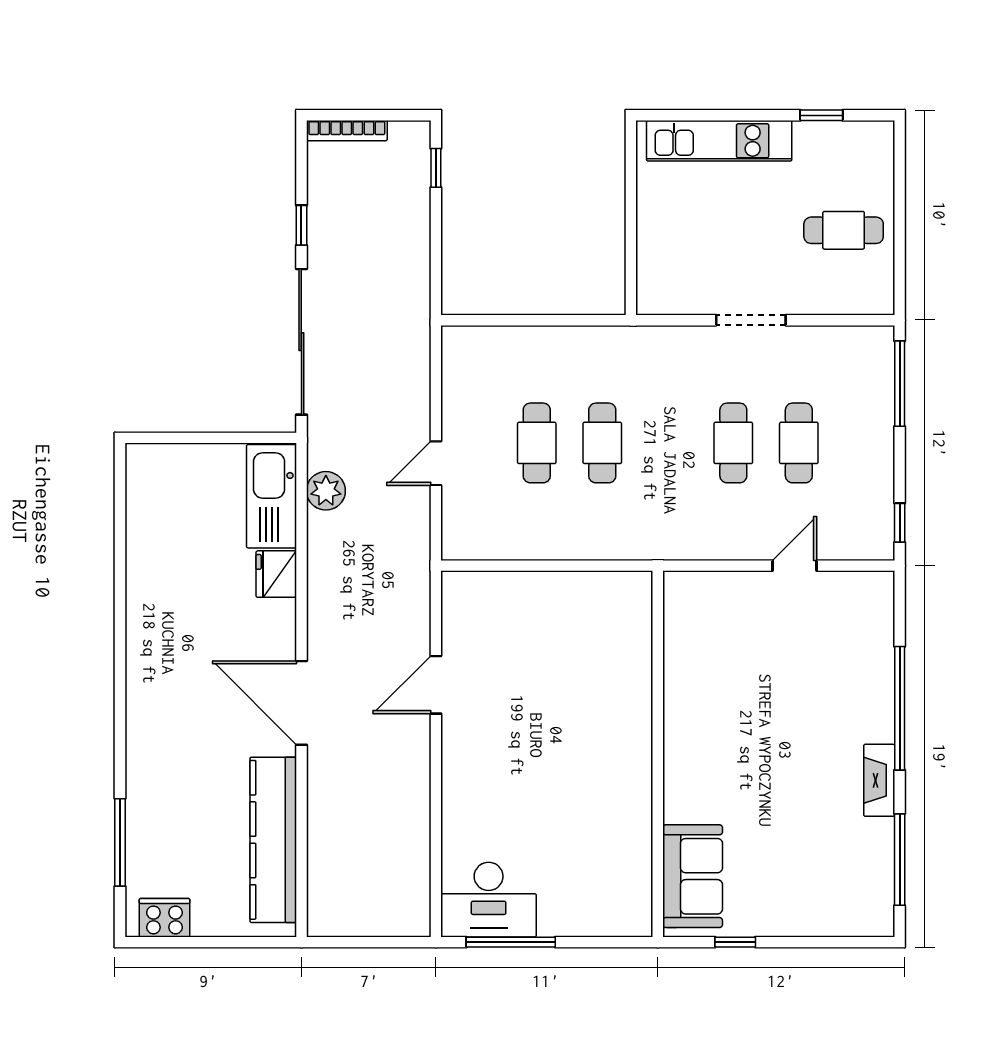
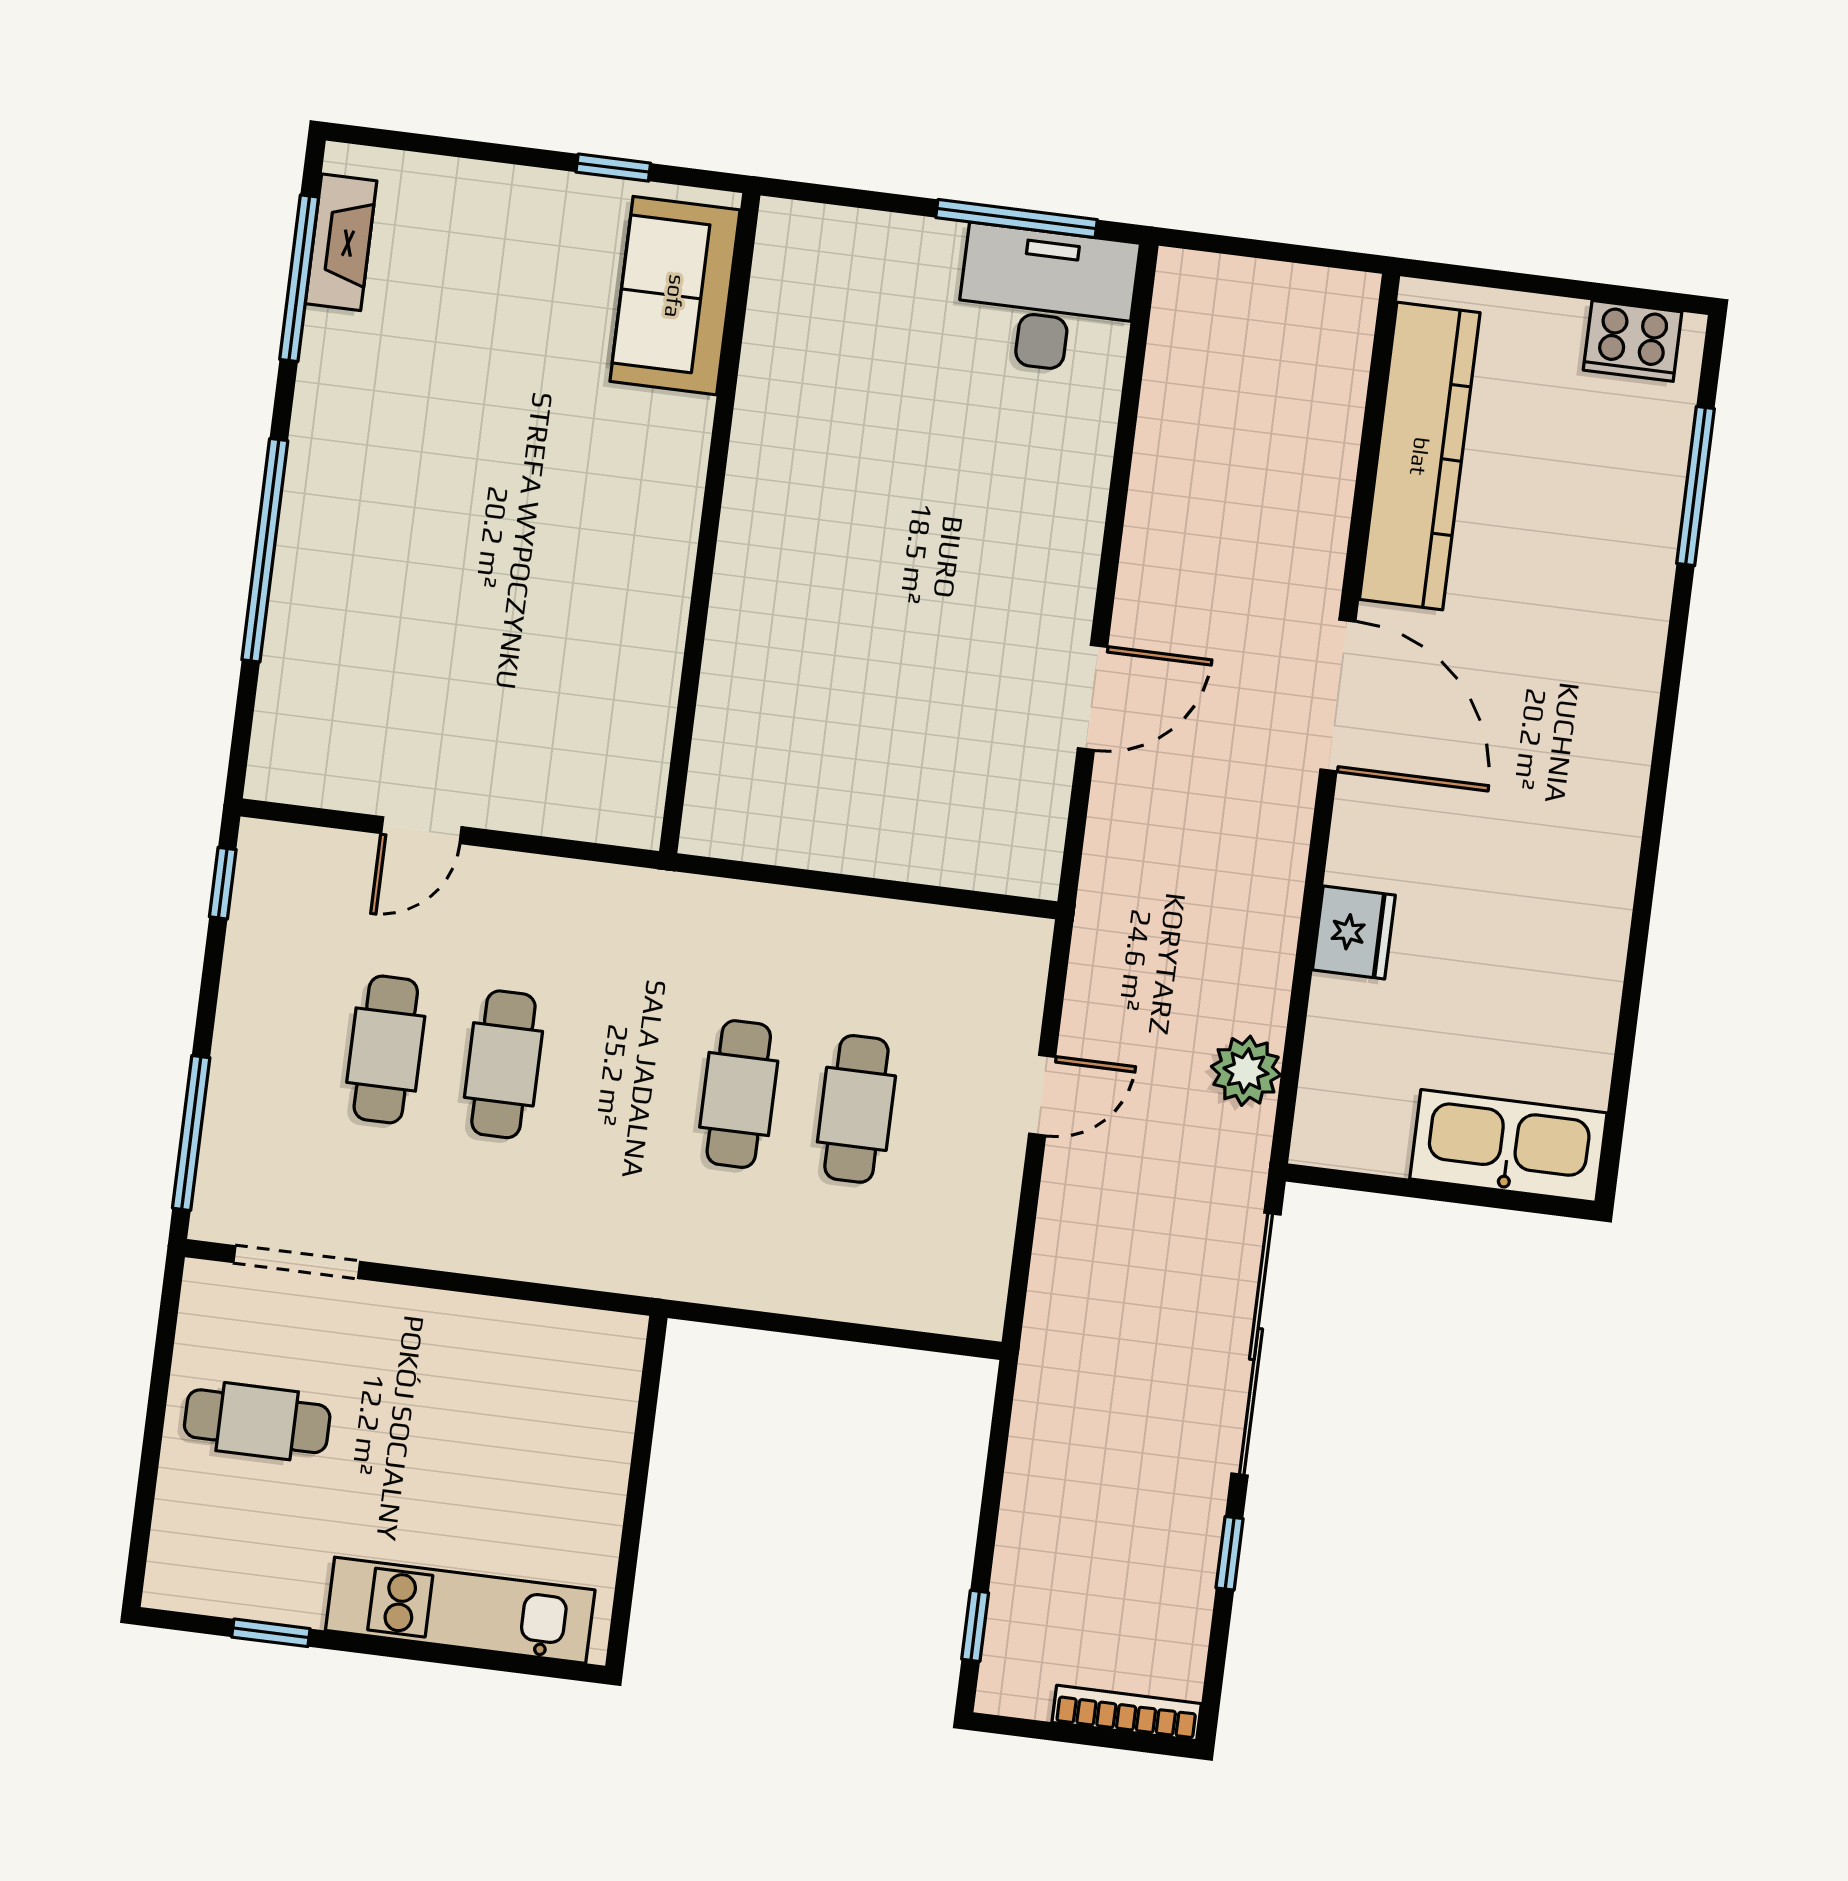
doorway: (751, 320) -> (297, 1262), moved
kitchen sink: (272, 496) -> (1508, 1146), moved, turned -90
fireplace: (879, 780) -> (341, 242), moved

